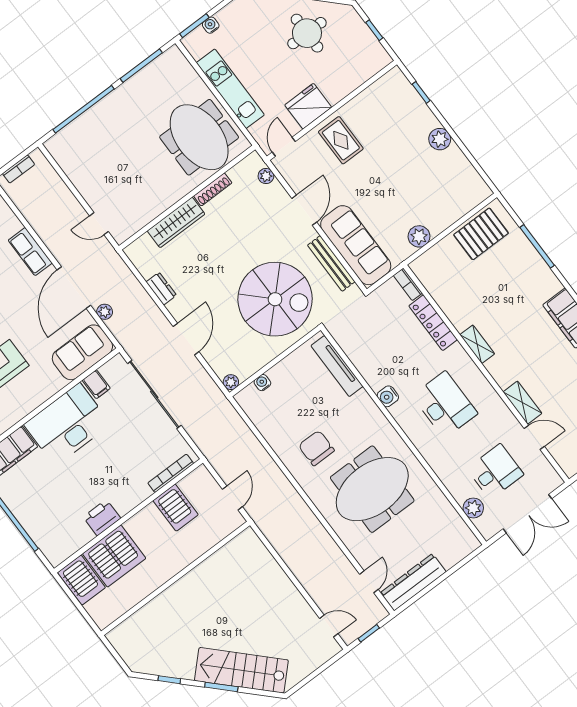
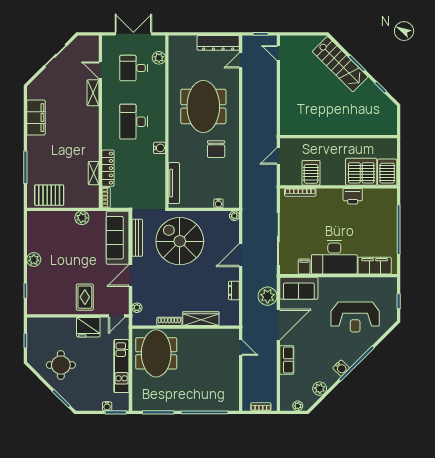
plant: (105, 312) -> (268, 296), width x1.88, depth x1.88
shelving: (477, 344) -> (94, 173), moved
meeting table: (372, 489) -> (203, 106), turned 90

